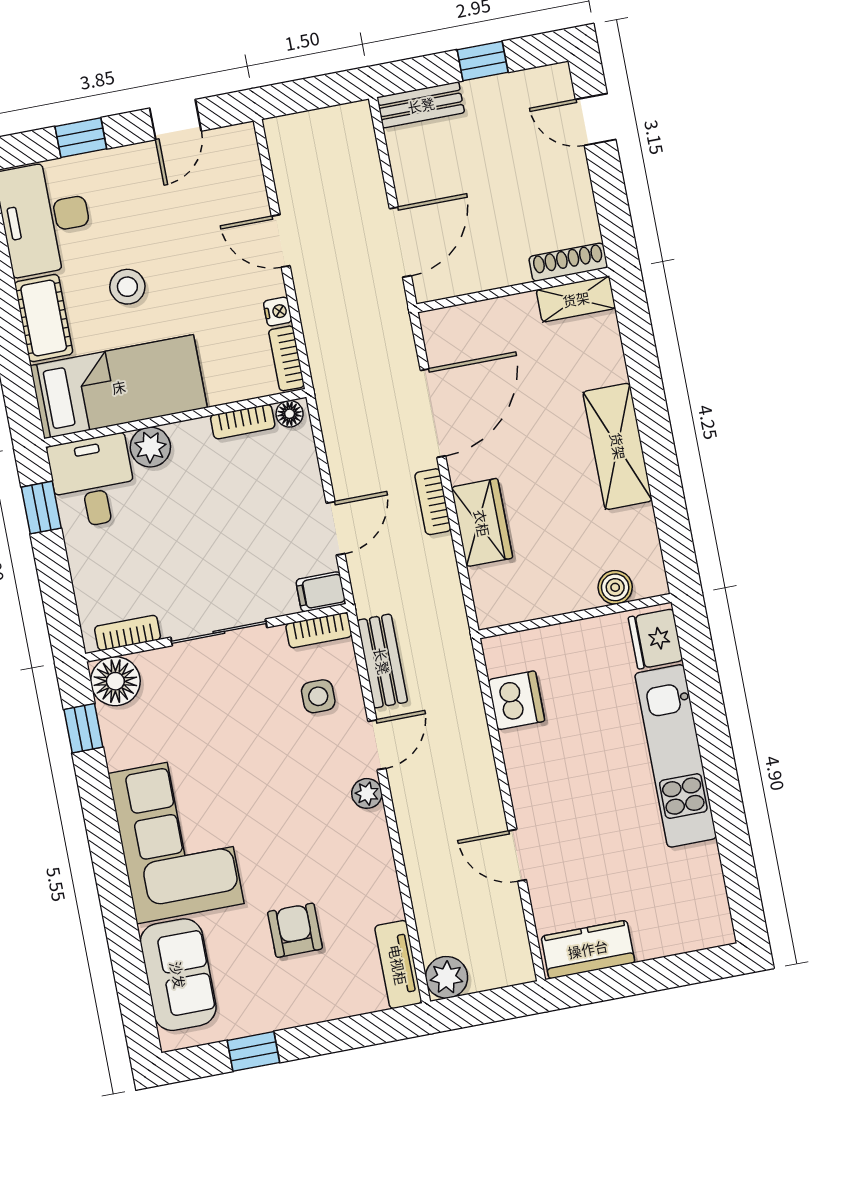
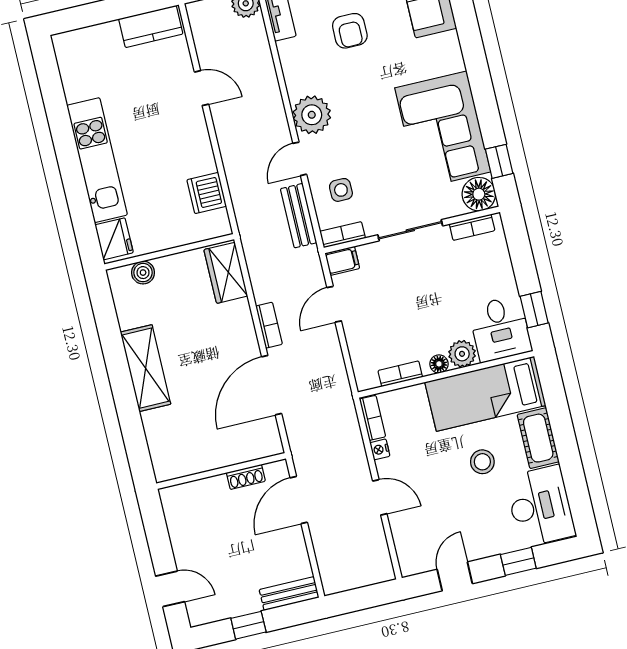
shoe rack: (568, 262) -> (246, 477), moved, width x0.70
shelving: (576, 299) -> (178, 467), removed
floor lamp: (290, 414) -> (439, 364), moved
wardrobe: (482, 523) -> (226, 273), moved
plant: (367, 793) -> (312, 115), width x1.88, depth x1.88
corner sofa: (176, 839) -> (443, 130), moved

